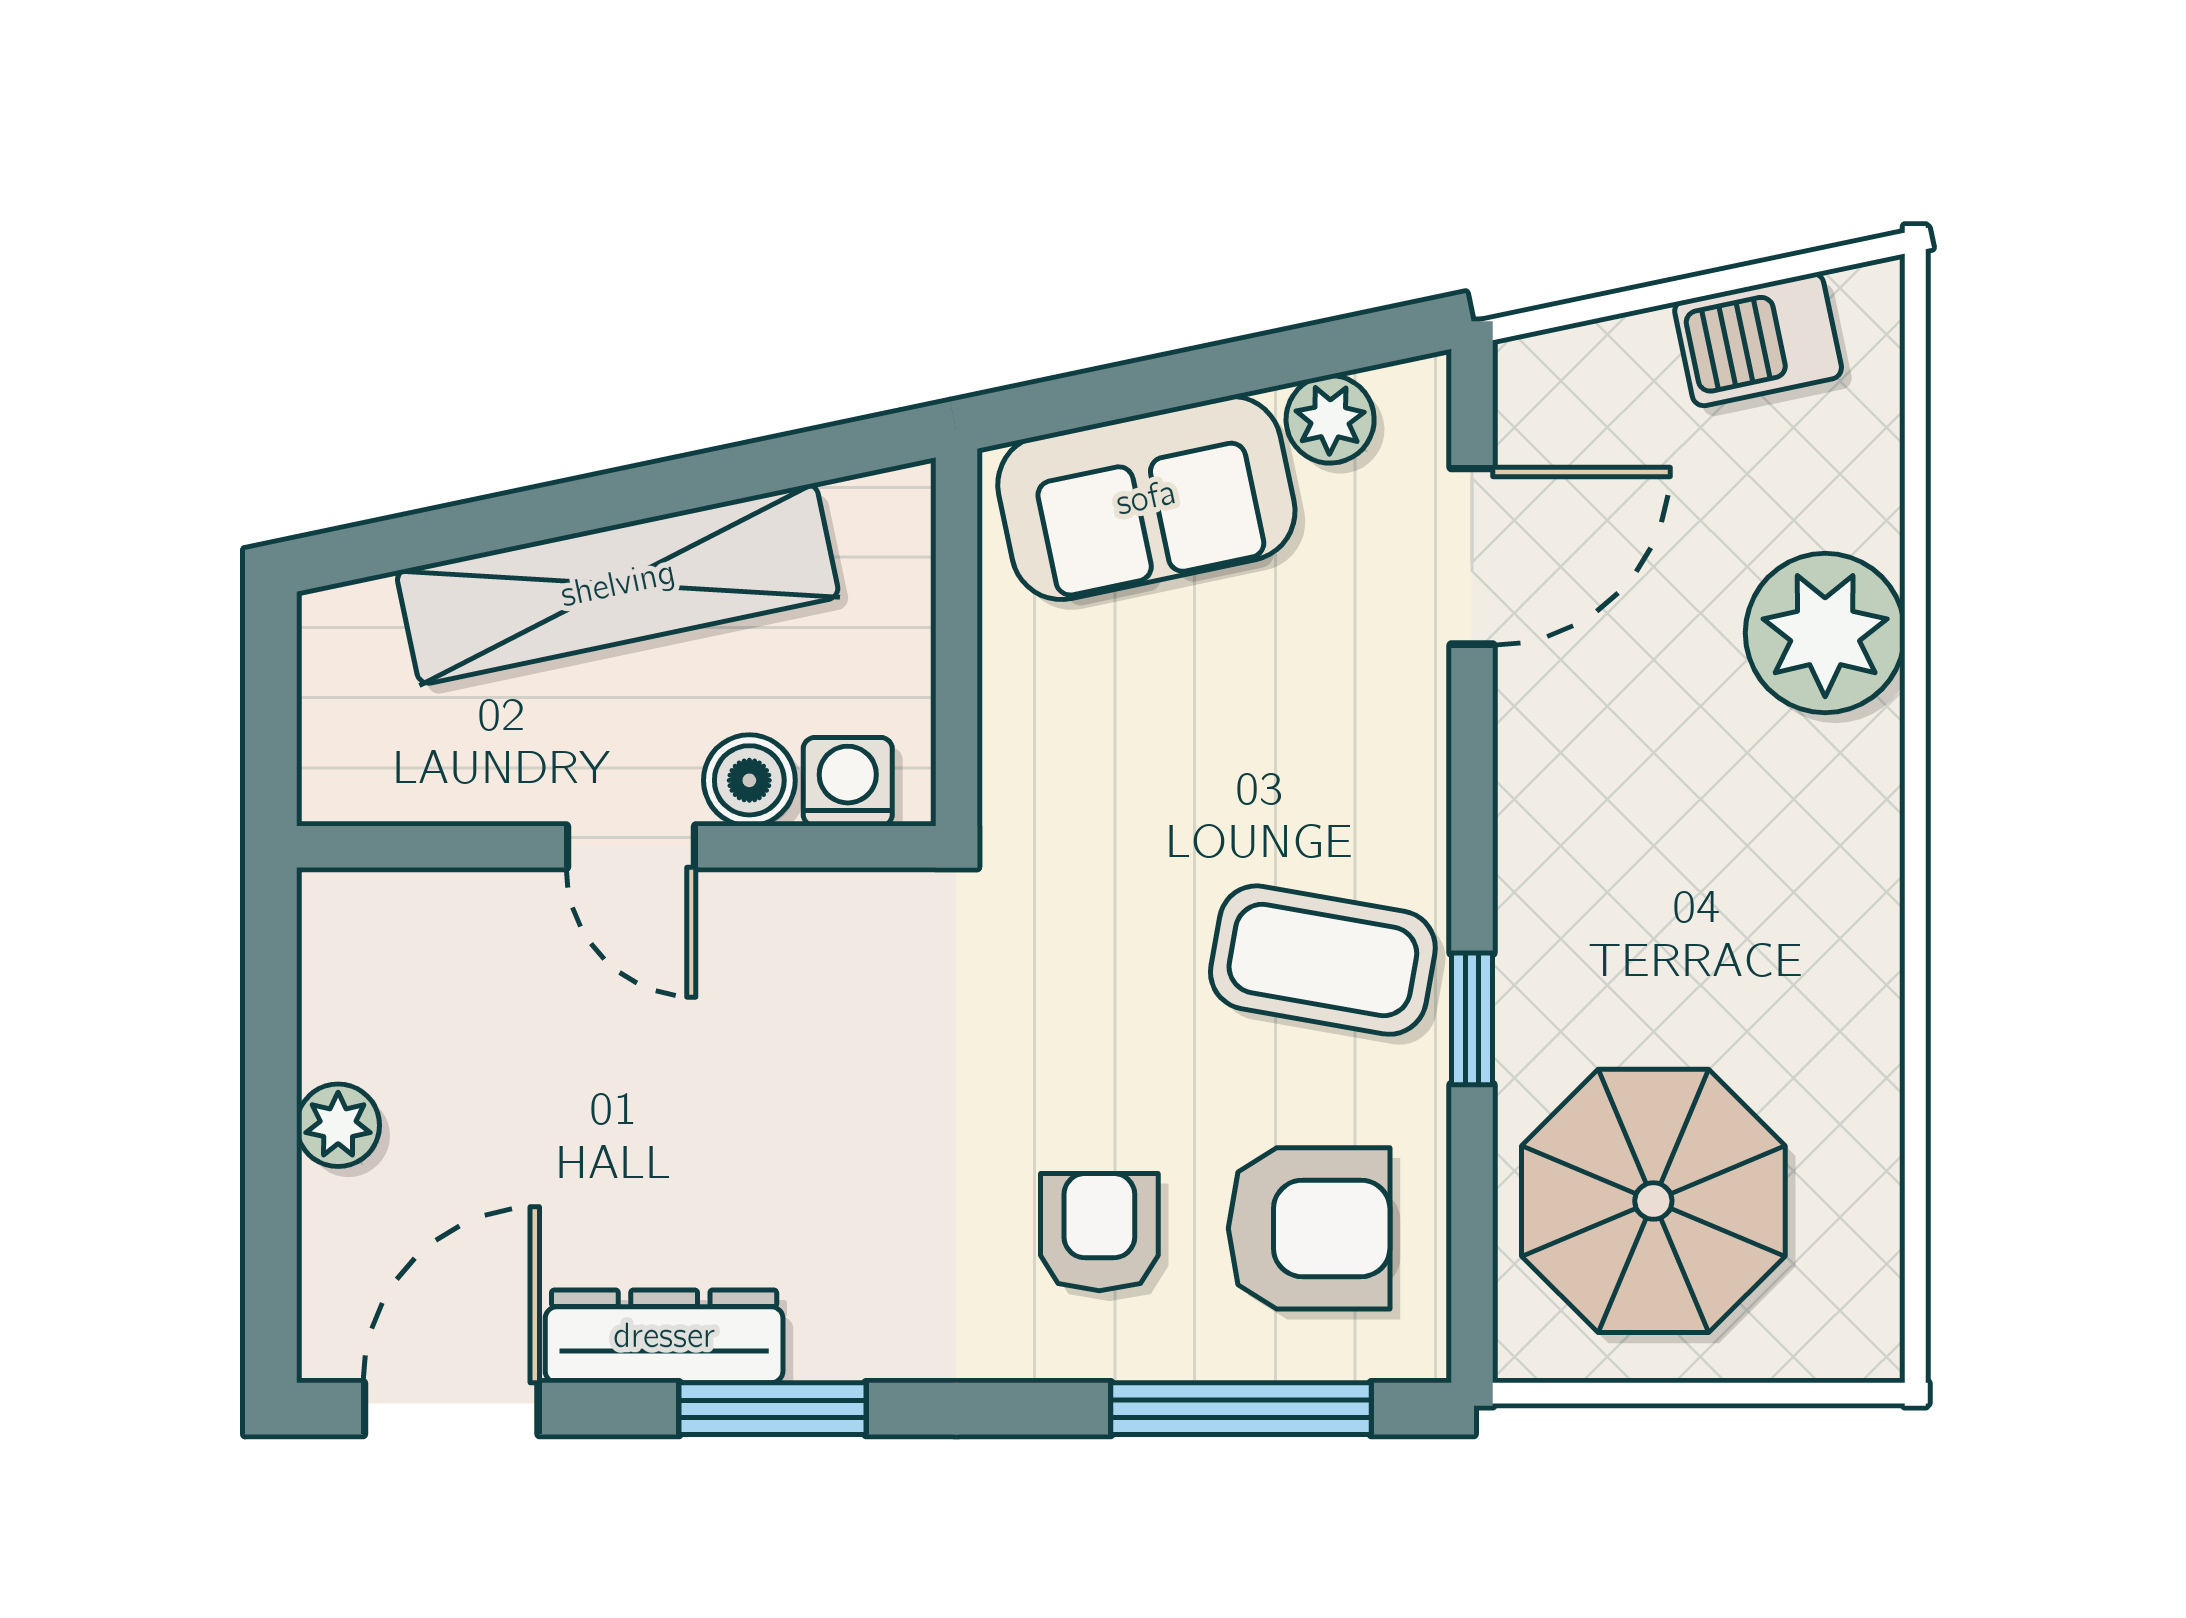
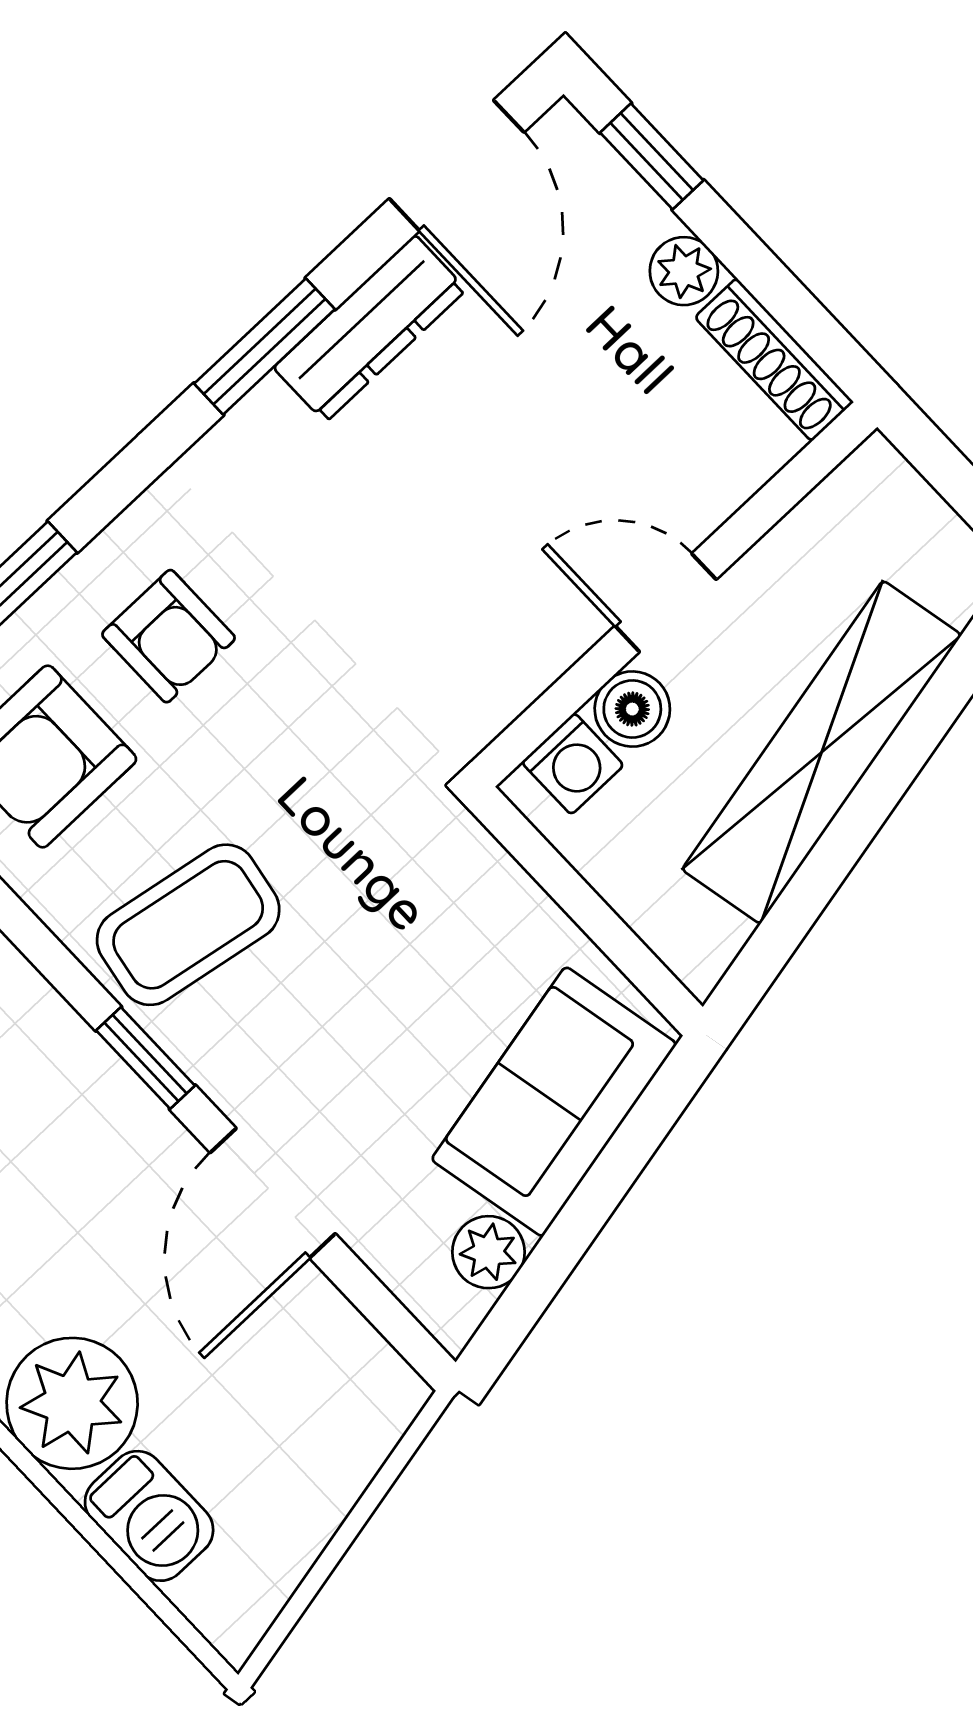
barbecue: (1758, 340) -> (149, 1516), moved, turned 102
door: (1472, 556) -> (273, 1193), moved
shoe rack: (332, 971) -> (774, 360), added
window: (1472, 1019) -> (145, 1058), moved
window: (271, 1254) -> (652, 156), added

